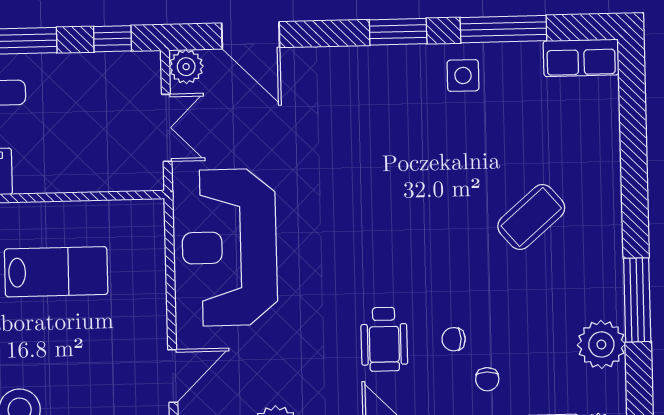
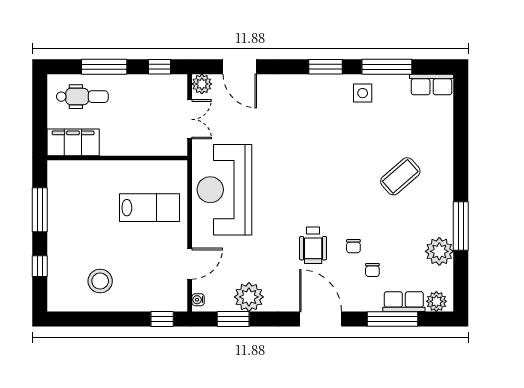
lab bench: (56, 272) -> (149, 208), moved
chair: (454, 339) -> (353, 246), turned -90

